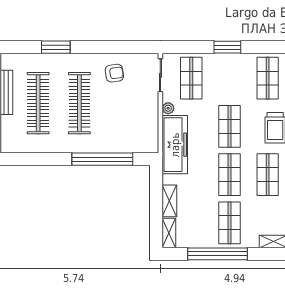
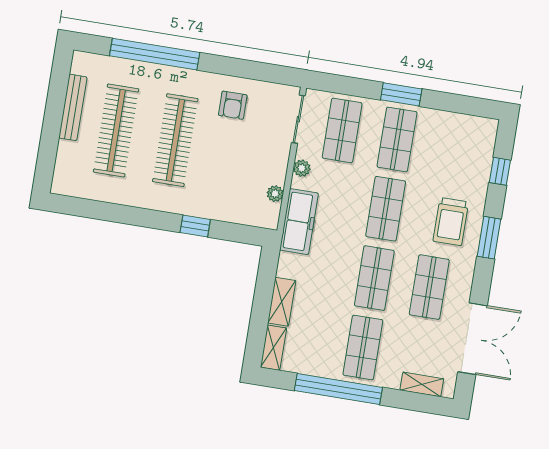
window: (56, 47) -> (155, 54), width x2.11
armchair: (114, 73) -> (233, 105), turned 98
shop shelf: (268, 78) -> (397, 139), moved
plant: (153, 128) -> (275, 194), added
freezer: (175, 145) -> (299, 222), width x0.73, depth x0.79
window: (102, 159) -> (195, 226), width x0.32

